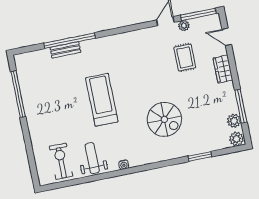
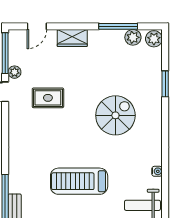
rug: (185, 57) -> (48, 98), moved

